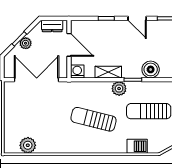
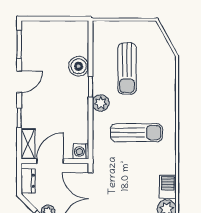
shelving: (108, 72) -> (28, 144), moved
sun lounger: (94, 119) -> (136, 133), turned -104
barbecue: (137, 146) -> (168, 187), moved

